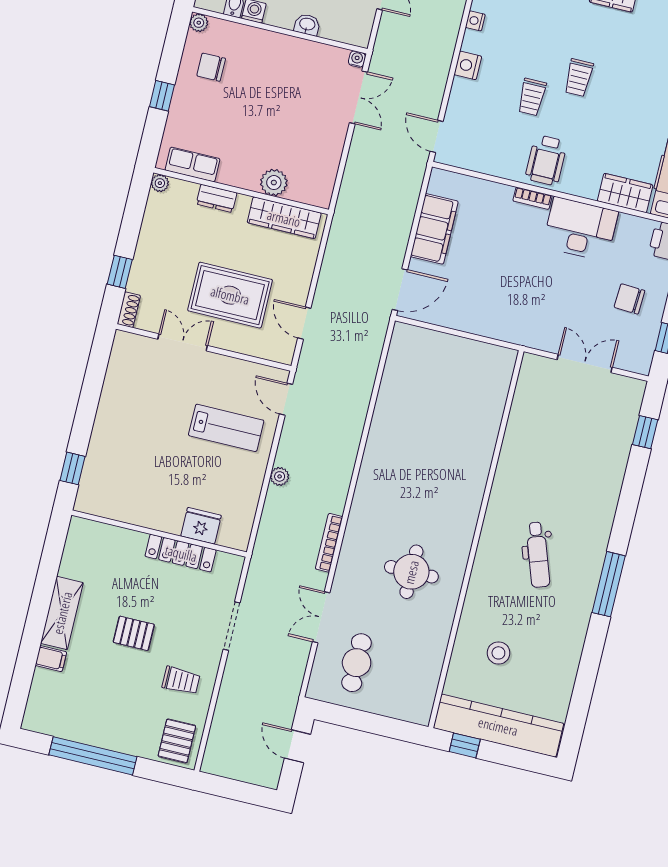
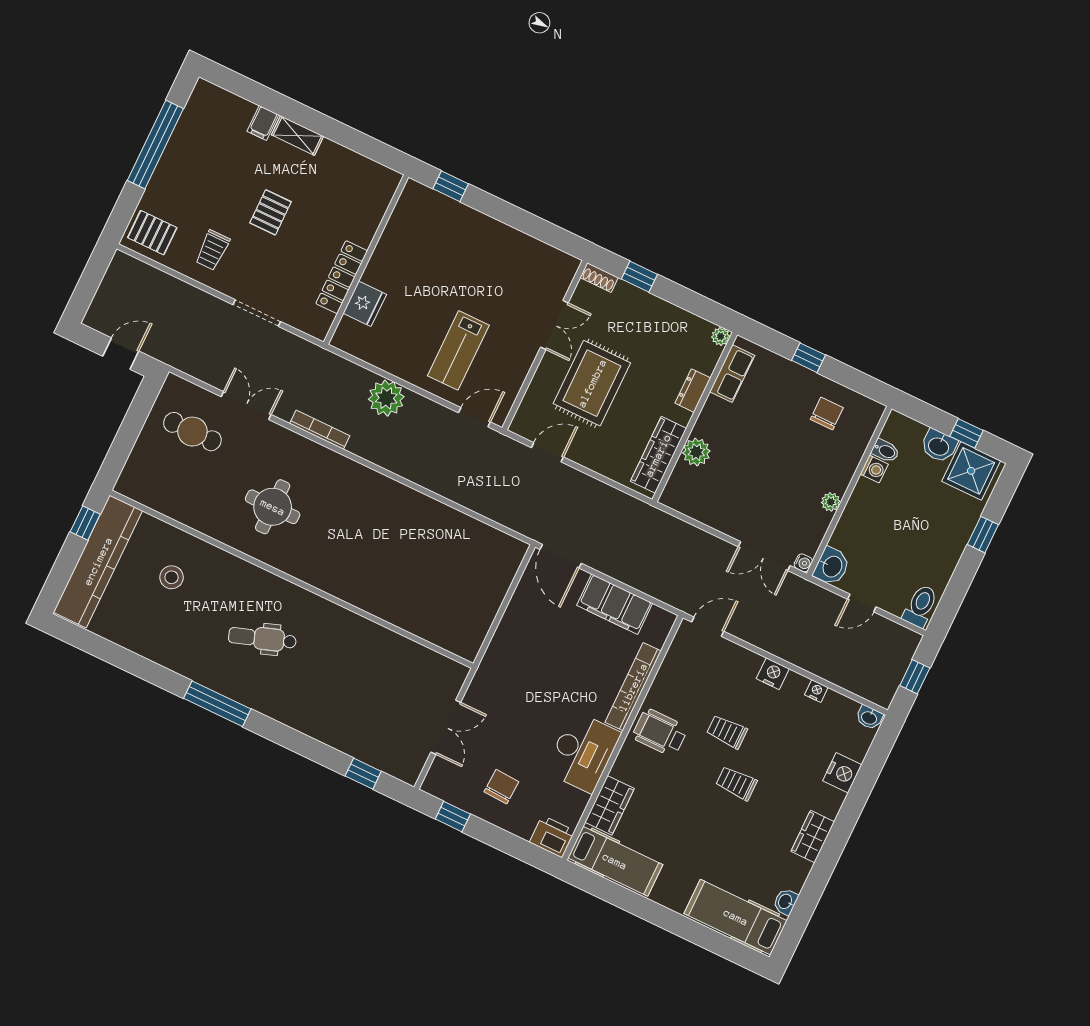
plant: (199, 23) -> (831, 502), moved
washbasin: (307, 25) -> (832, 566), moved, width x1.38, depth x1.45
bookcase: (532, 198) -> (633, 687), width x2.31, depth x1.31
plant: (280, 476) -> (386, 398), width x1.88, depth x1.88
shelving: (62, 613) -> (297, 136), width x0.67, depth x0.75

